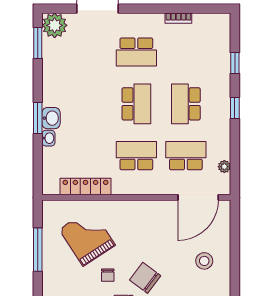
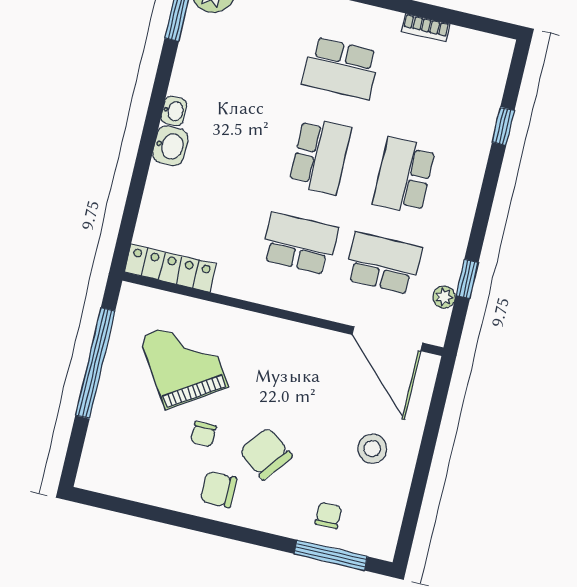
window: (235, 108) -> (467, 279), moved
window: (38, 118) -> (148, 140), removed
washbasin: (48, 138) -> (174, 111), moved
locker: (86, 187) -> (170, 268), moved
door: (198, 197) -> (387, 339), hinge flipped
window: (38, 250) -> (95, 363), width x1.46

